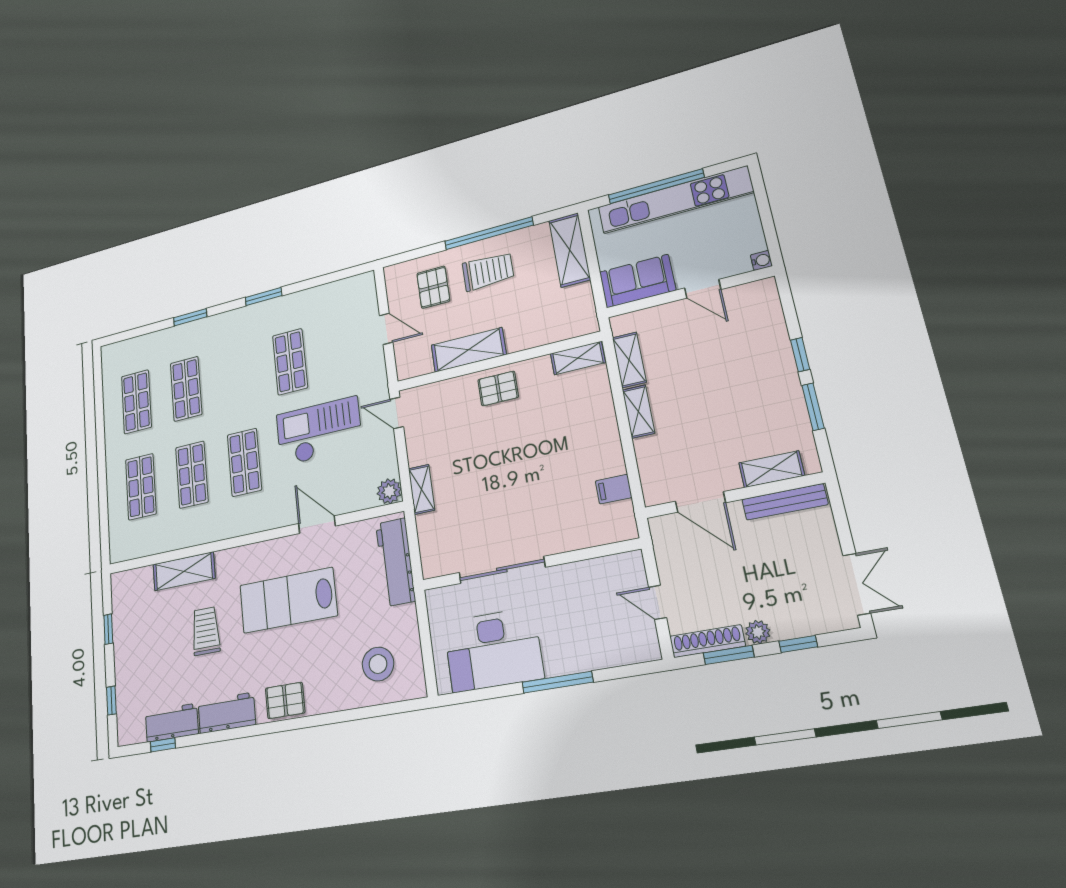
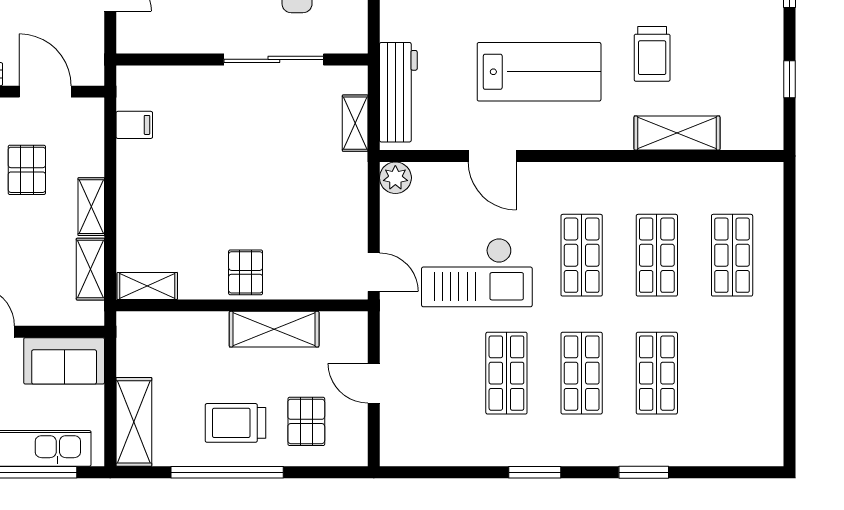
pallet: (498, 388) -> (246, 272), turned 90
shop shelf: (136, 402) -> (582, 373), moved
pallet: (703, 430) -> (27, 170), added
shelving: (422, 489) -> (355, 123), moved

